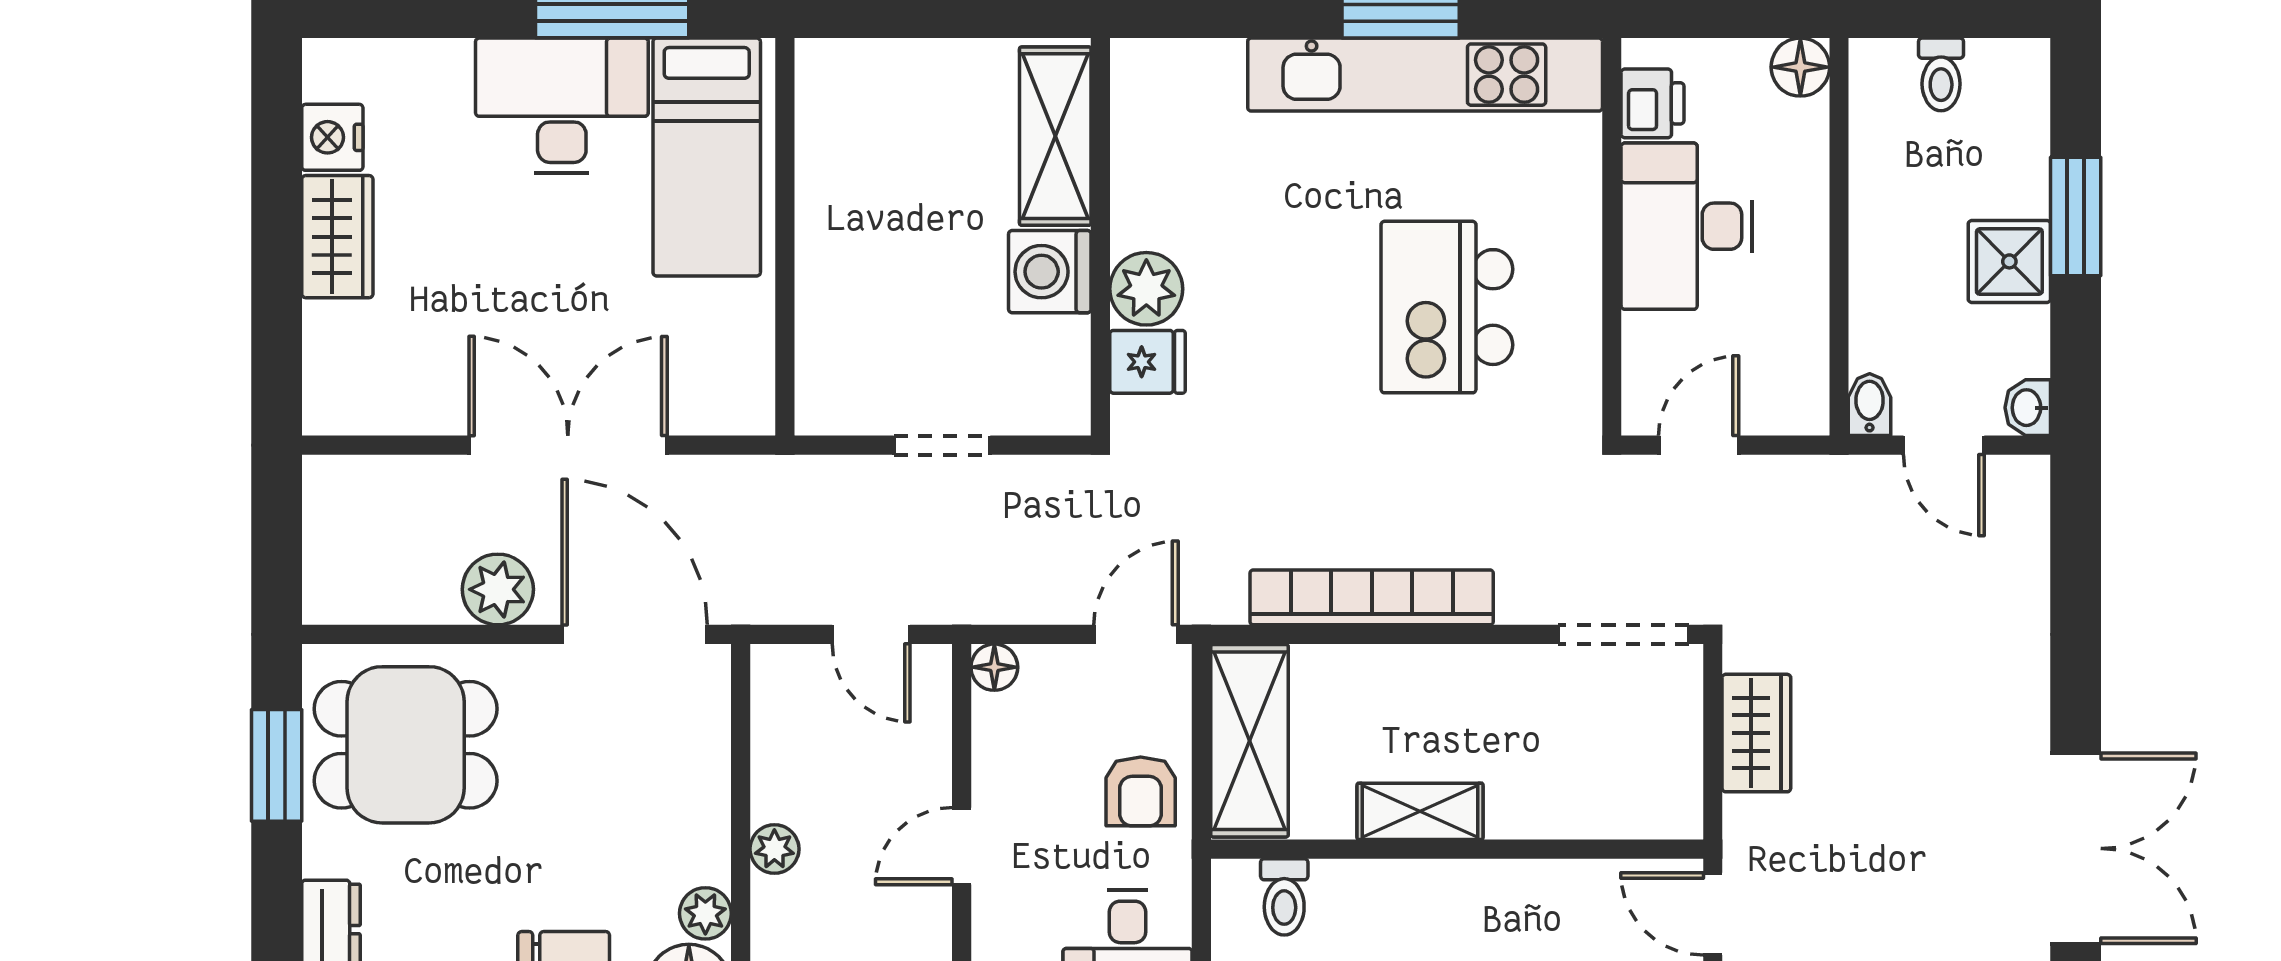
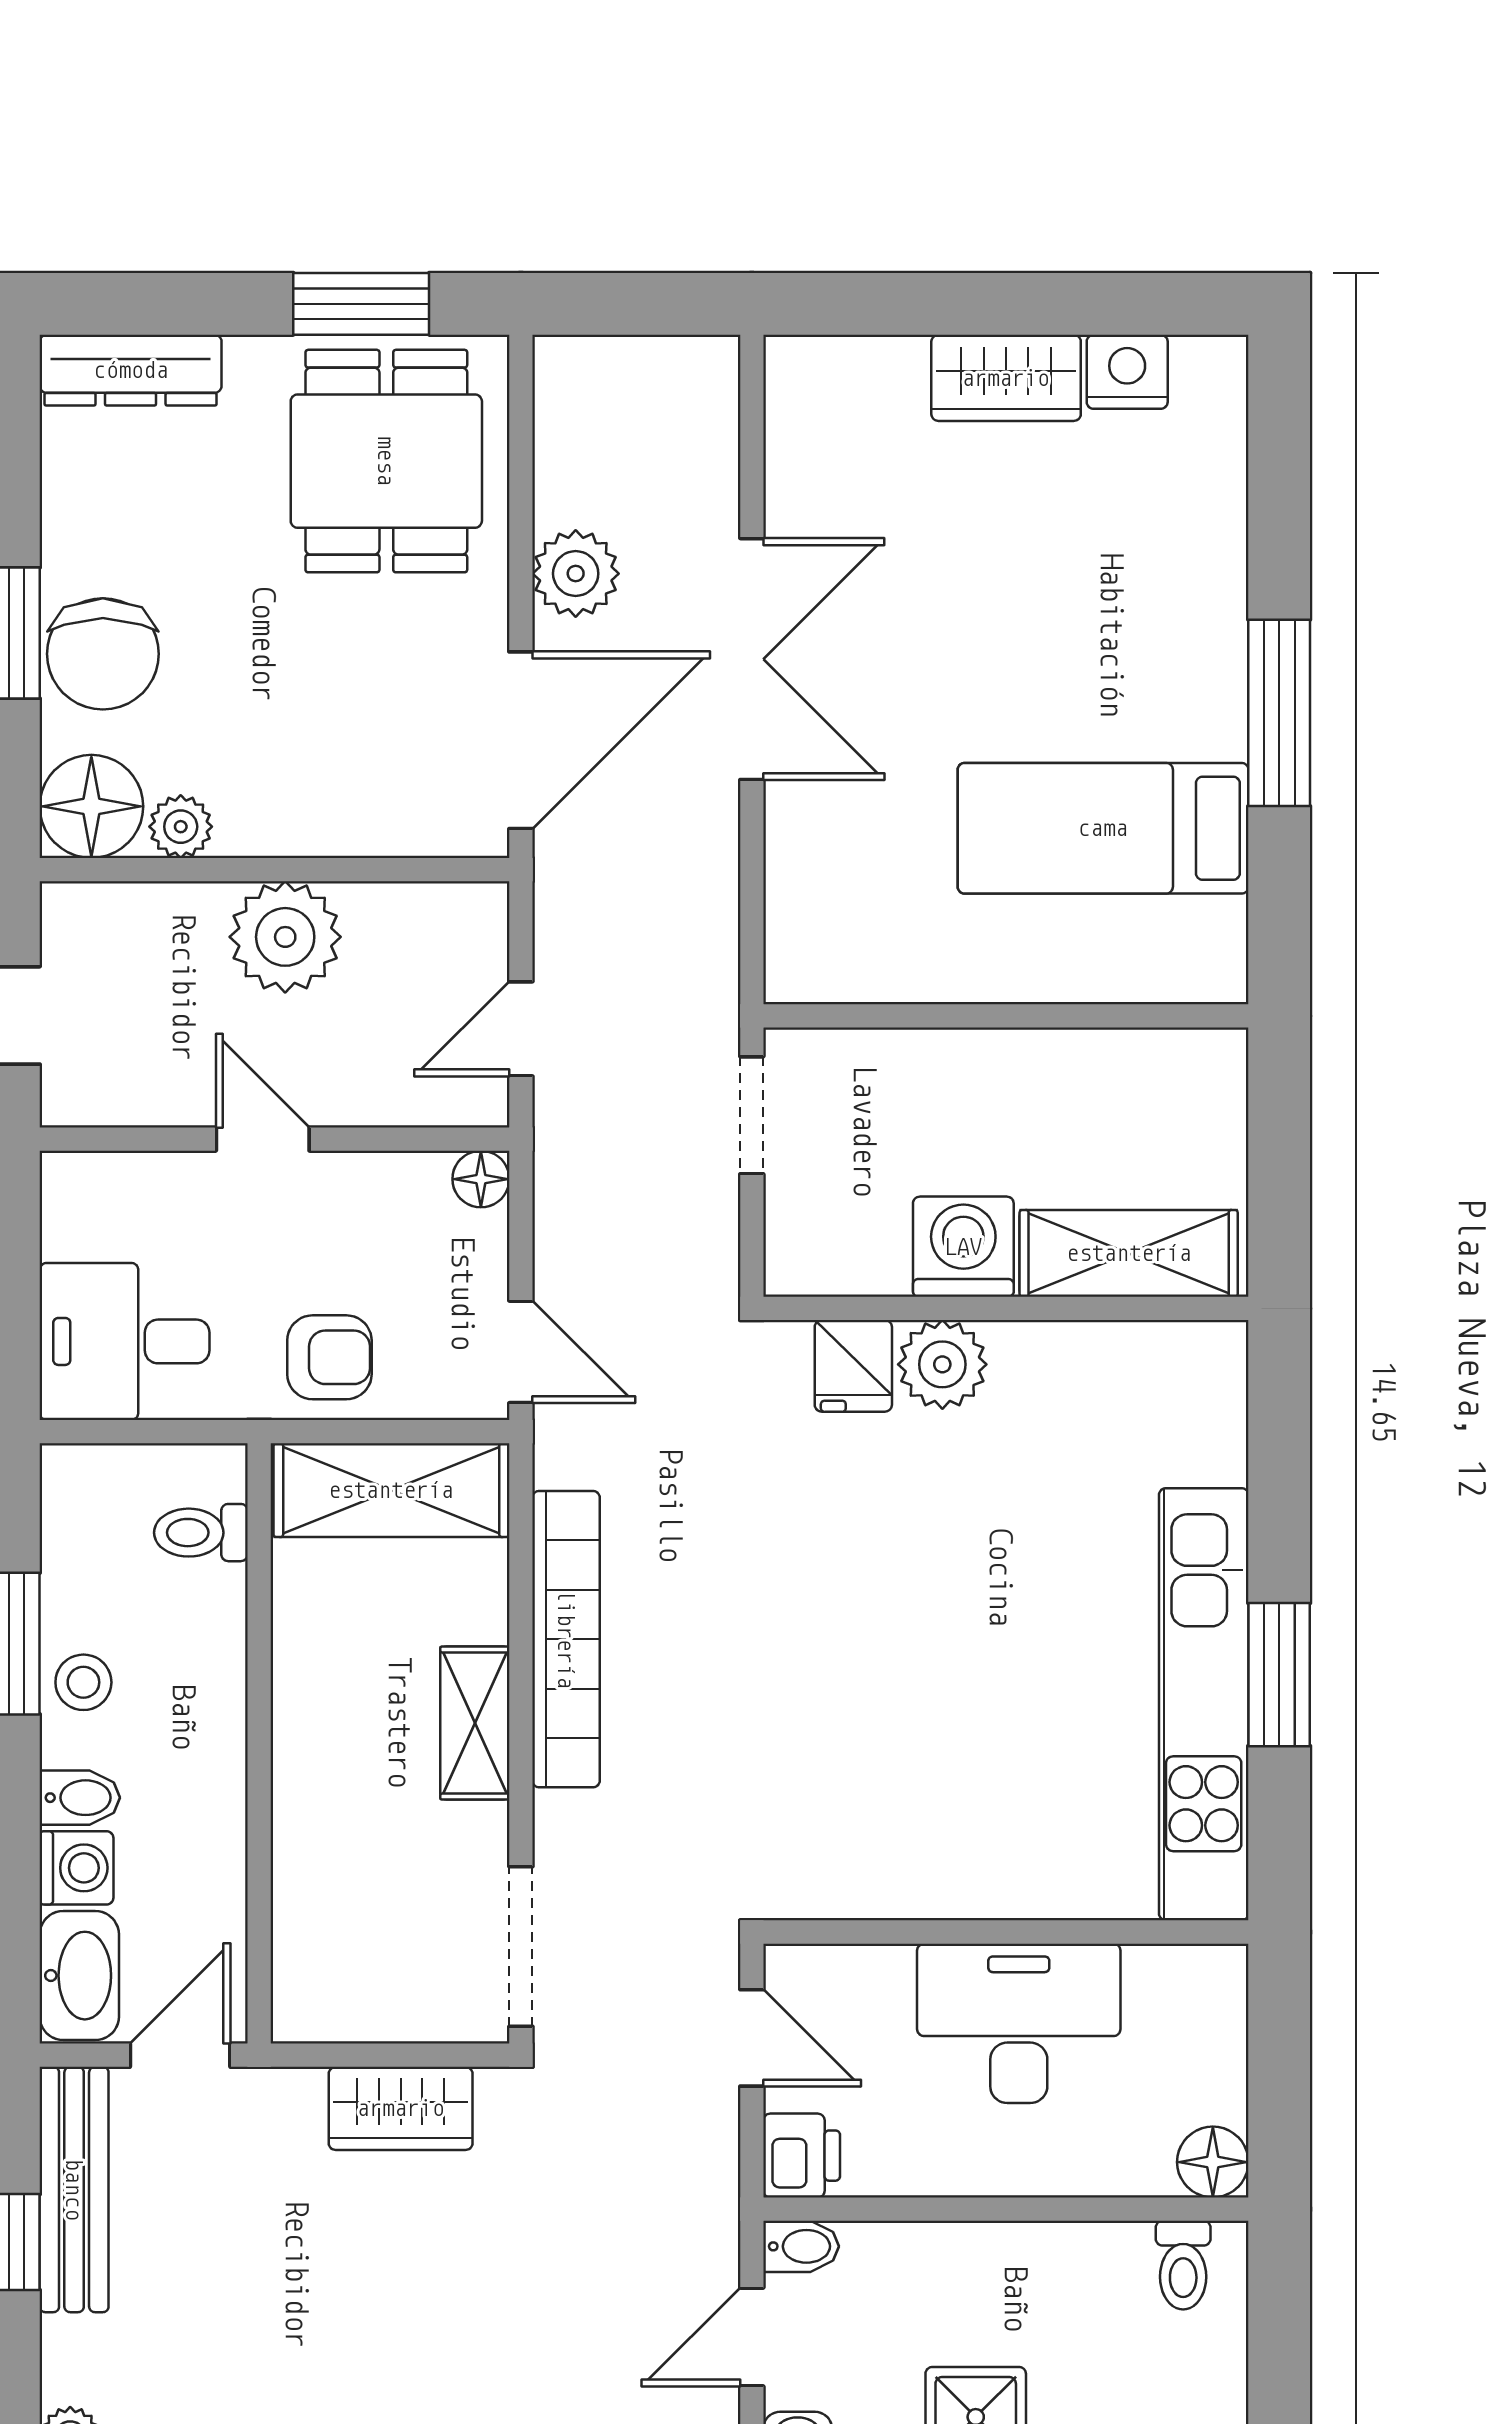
toilet: (1941, 74) -> (1183, 2265), moved, turned -90
printer: (1653, 103) -> (802, 2156), moved, turned -90
desk: (562, 106) -> (1166, 652), removed
wall: (785, 237) -> (1006, 1016), moved
kitchen island: (1447, 307) -> (920, 1731), removed
armchair: (1141, 791) -> (329, 1357), turned 180
shelving: (1420, 811) -> (475, 1723), moved
plant: (774, 849) -> (285, 937), width x1.88, depth x1.88

